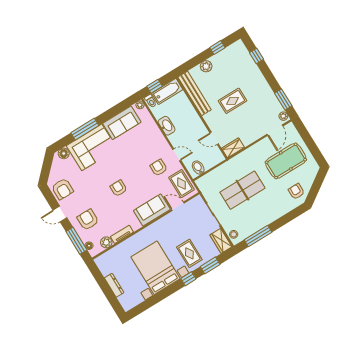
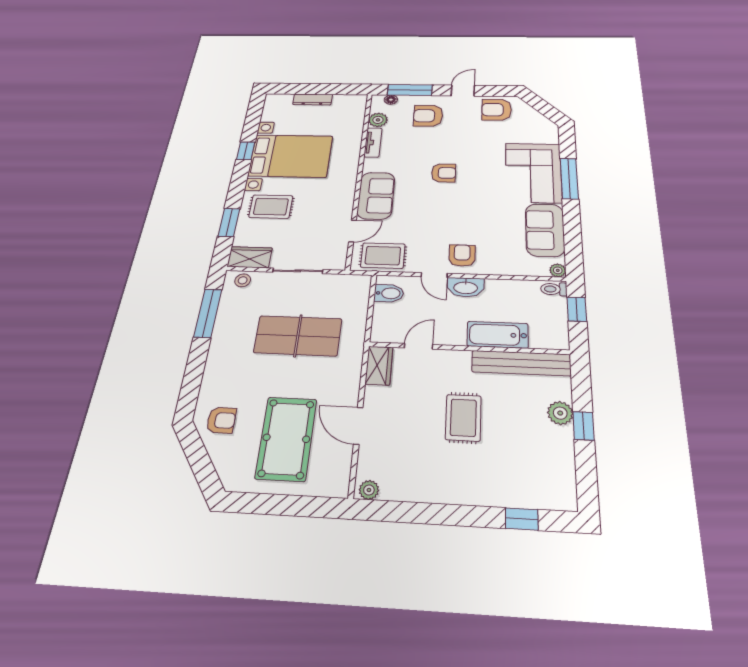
window: (217, 48) -> (584, 426), moved
bathtub: (167, 91) -> (498, 335), moved, turned 90
window: (283, 99) -> (400, 512), removed
washbasin: (167, 126) -> (466, 287), moved
door: (275, 130) -> (358, 426), moved
floor lamp: (64, 153) -> (549, 136), removed
door: (177, 155) -> (434, 275), hinge flipped
armchair: (159, 168) -> (462, 255), moved, turned -90
table tennis table: (242, 190) -> (298, 336), turned 90
armchair: (88, 220) -> (428, 116), turned 180
window: (188, 279) -> (246, 151), moved

